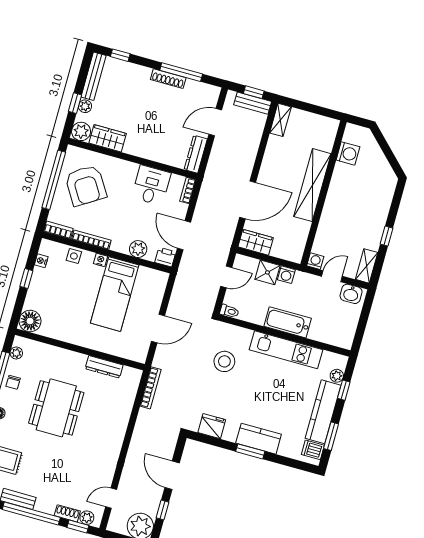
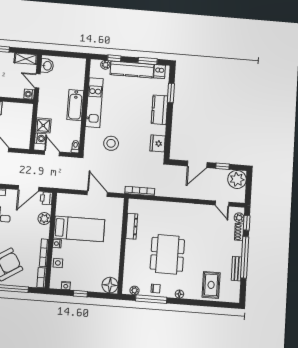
wardrobe: (256, 242) -> (24, 138), removed
washing machine: (286, 275) -> (40, 138), moved
dining table: (56, 408) -> (167, 254), turned 90
window: (250, 451) -> (171, 93), moved

